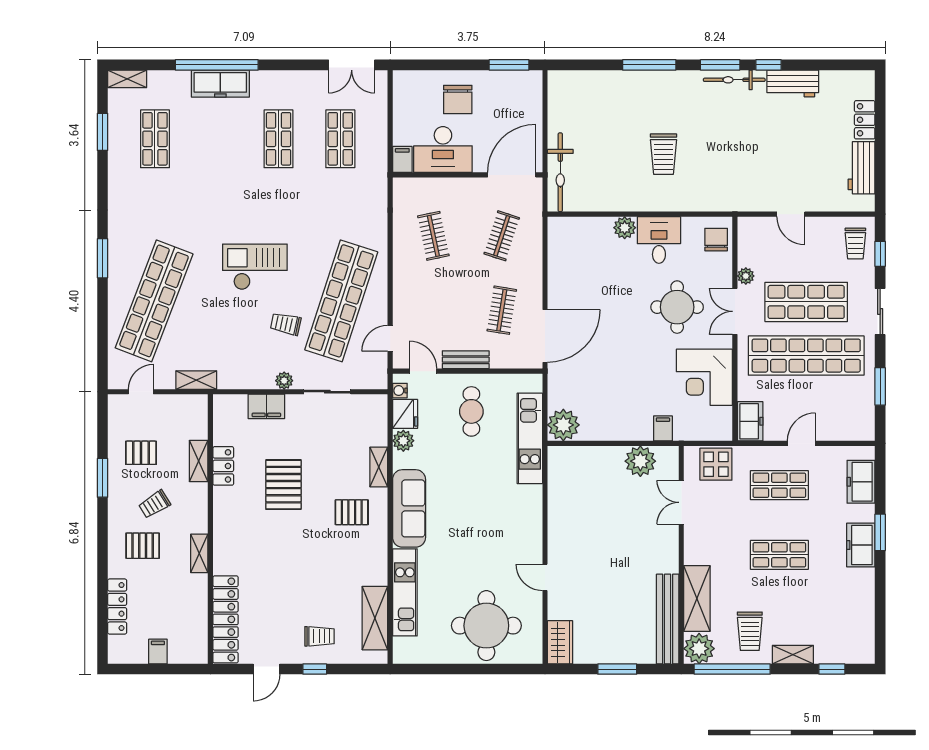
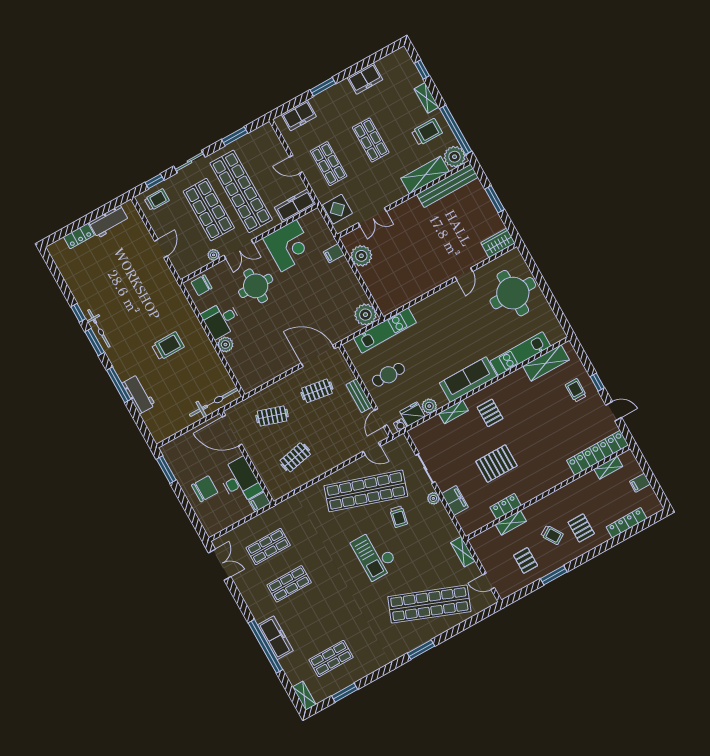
workbench: (793, 83) -> (139, 394), moved
freezer: (750, 421) -> (295, 206), width x1.40
freezer: (861, 545) -> (365, 79), moved
shelving: (199, 553) -> (608, 468), moved

